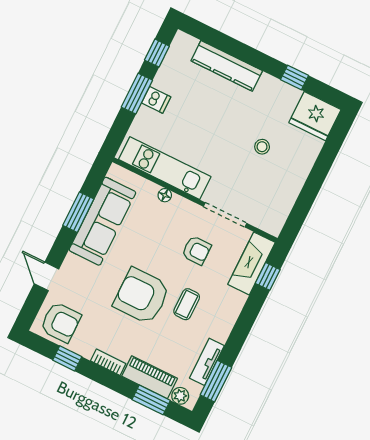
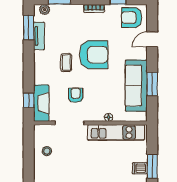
stool: (262, 147) -> (47, 151), moved
armchair: (196, 250) -> (76, 95), turned 90
door: (47, 276) -> (152, 39), swing flipped
piano: (150, 377) -> (67, 11), removed

